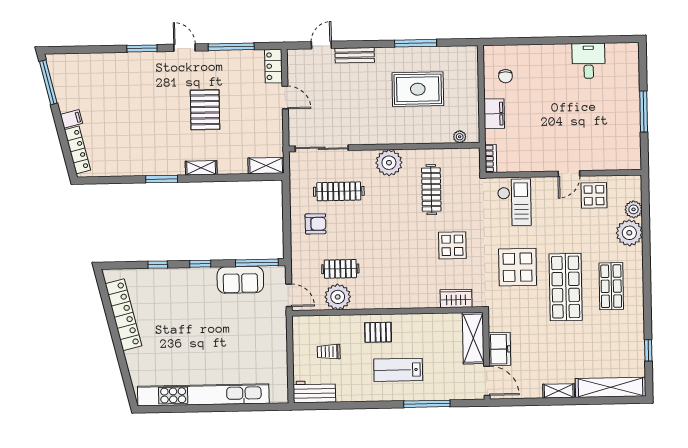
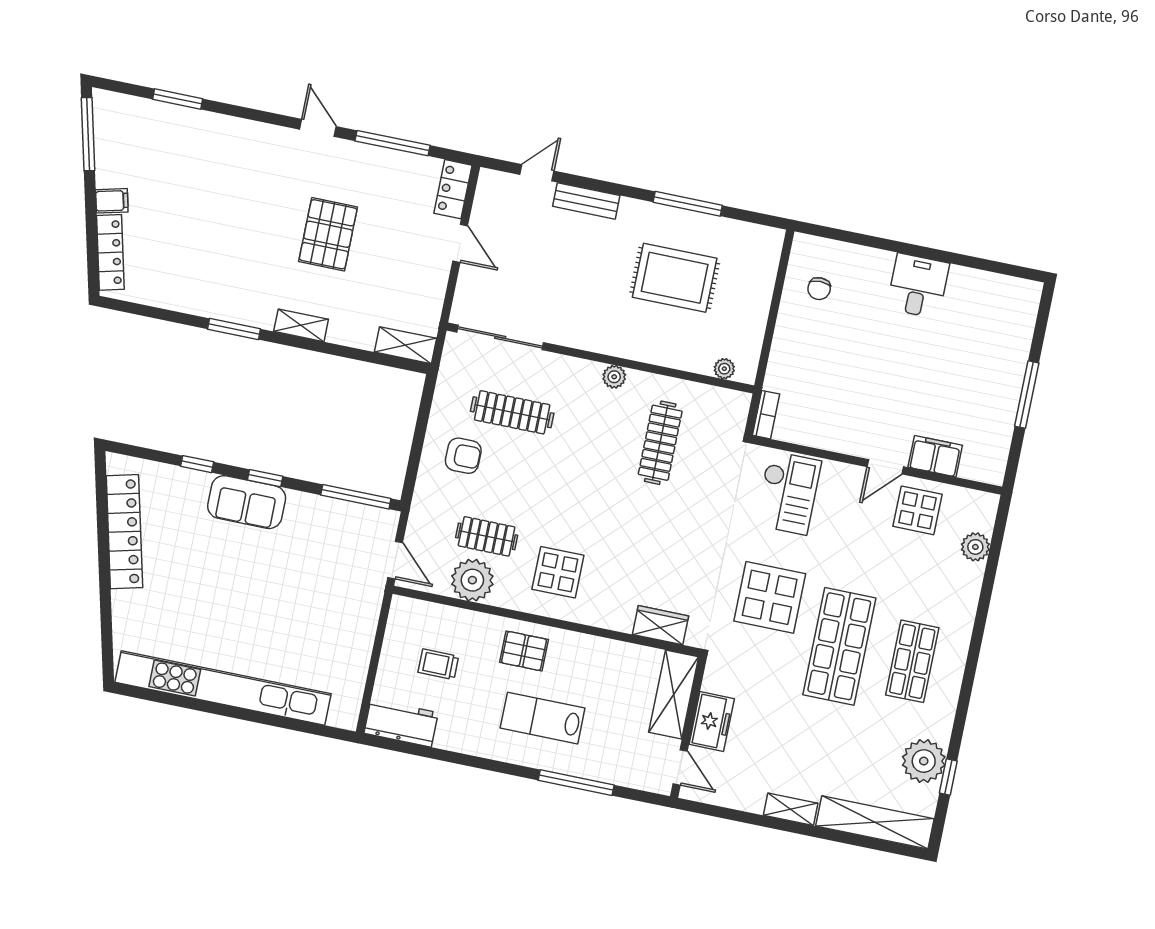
window: (142, 48) -> (178, 99), moved
desk: (589, 61) -> (918, 286), moved
filing cabinet: (494, 114) -> (935, 456), moved, turned -90
plant: (389, 163) -> (614, 377), width x0.53, depth x0.53
plant: (629, 233) -> (924, 761), moved
display table: (452, 245) -> (558, 572), moved
sofa: (240, 280) -> (247, 502), moved
door: (487, 381) -> (680, 767), width x0.73

